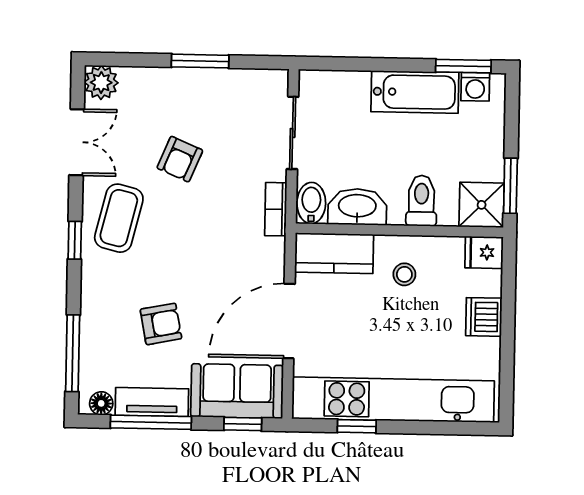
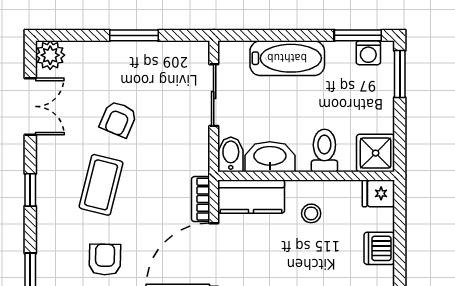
bathtub: (415, 92) -> (287, 58), moved
window: (510, 186) -> (400, 74), moved
bookcase: (276, 209) -> (201, 199), moved
coffee table: (119, 218) -> (101, 185), moved
armchair: (161, 324) -> (105, 260), turned -78

